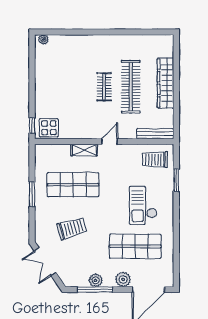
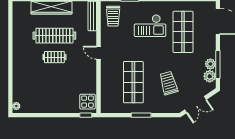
shelving: (84, 150) -> (105, 73), removed
plant: (123, 279) -> (210, 76), moved

